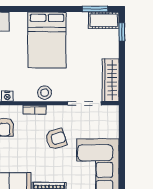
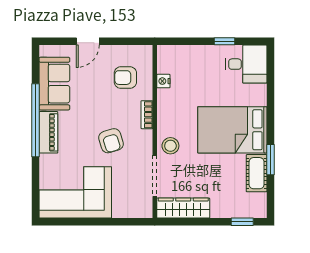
window: (95, 9) -> (270, 160), moved
cot: (104, 20) -> (257, 173), moved
stool: (45, 93) -> (170, 146), moved

